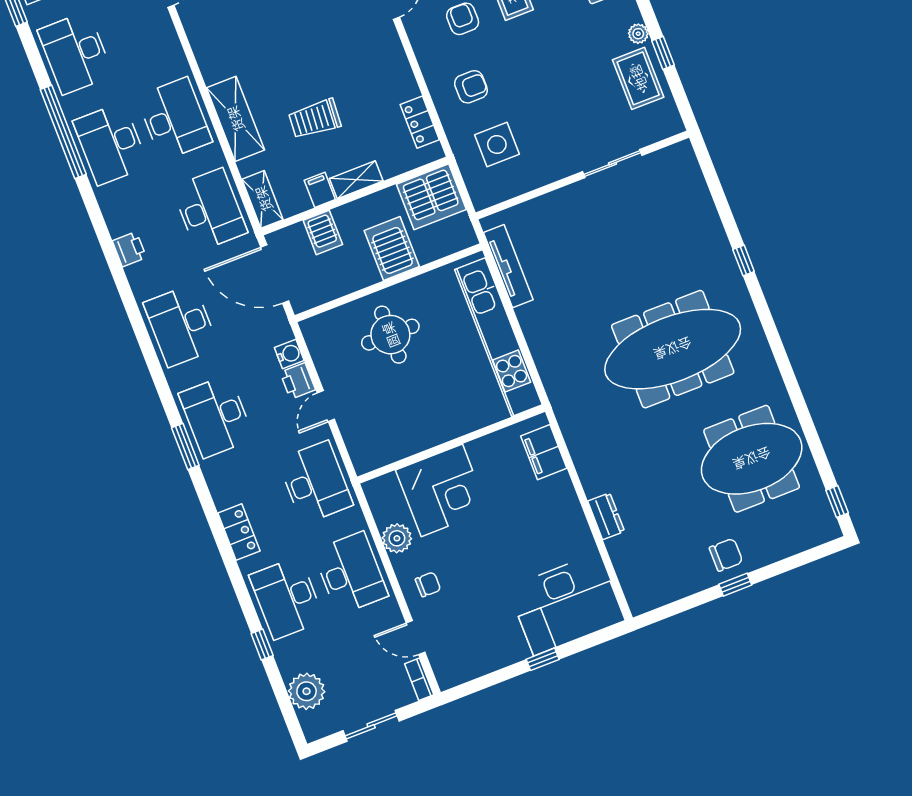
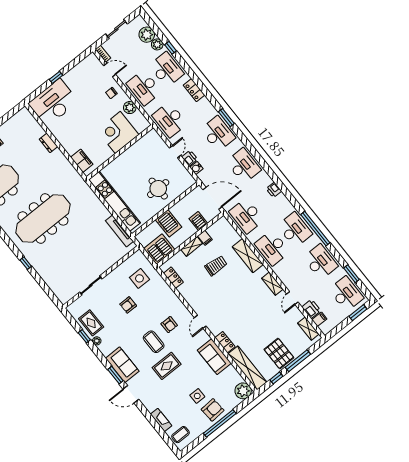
armchair: (471, 87) -> (128, 305), moved
shelving: (263, 199) -> (272, 284), moved
plant: (290, 662) -> (157, 44), added

